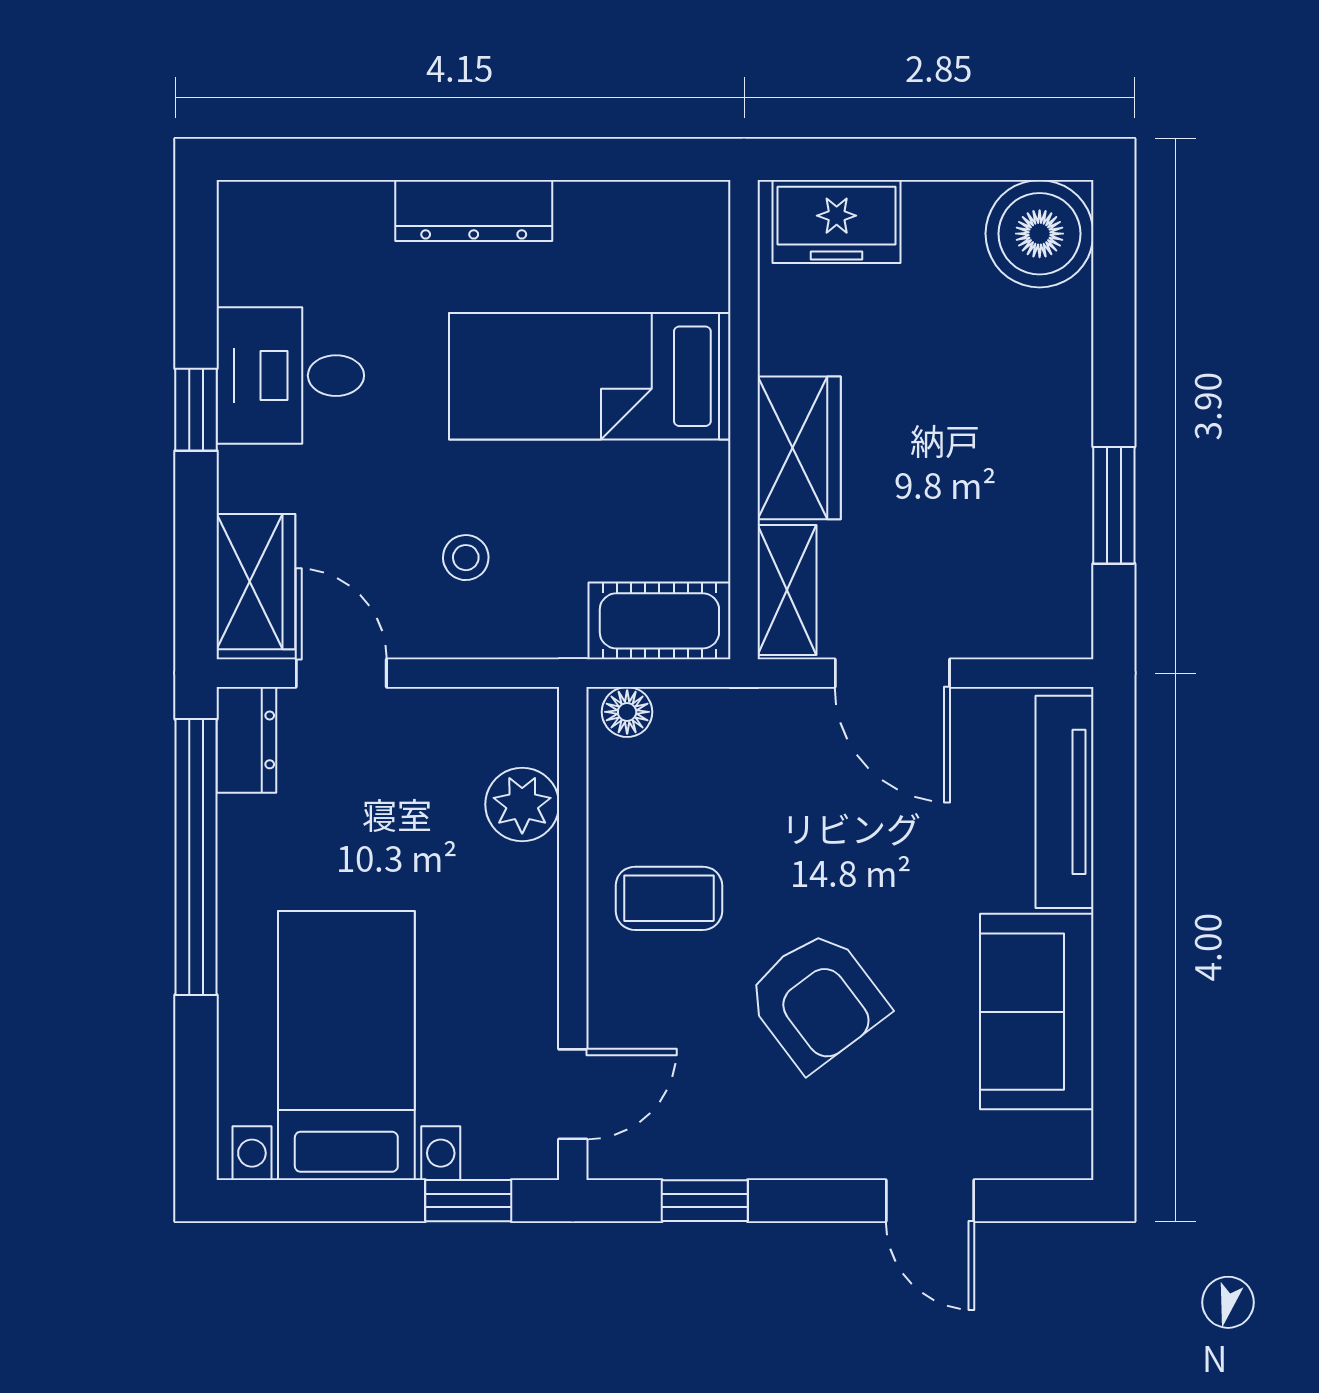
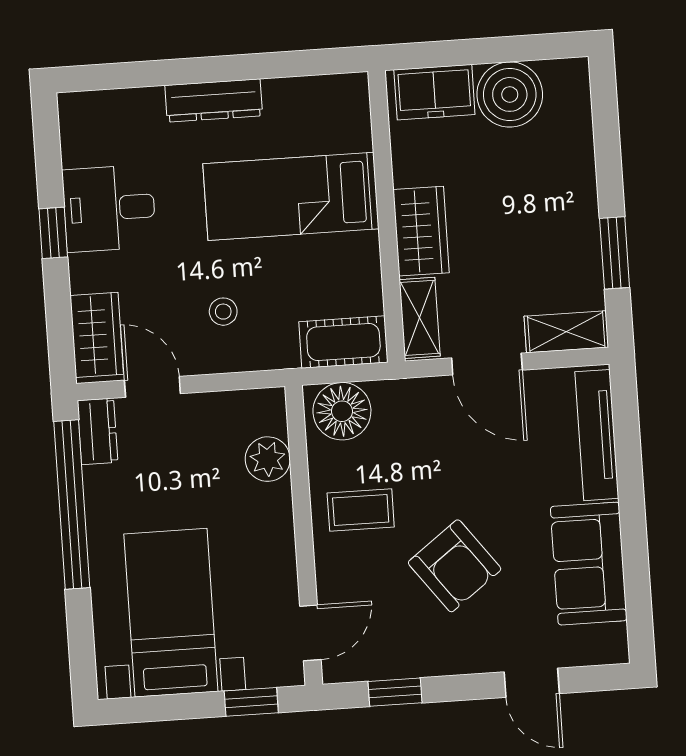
boiler: (1040, 234) -> (510, 94), moved
shelving: (1026, 629) -> (566, 332), added
floor lamp: (627, 712) -> (342, 411), width x1.89, depth x1.89

